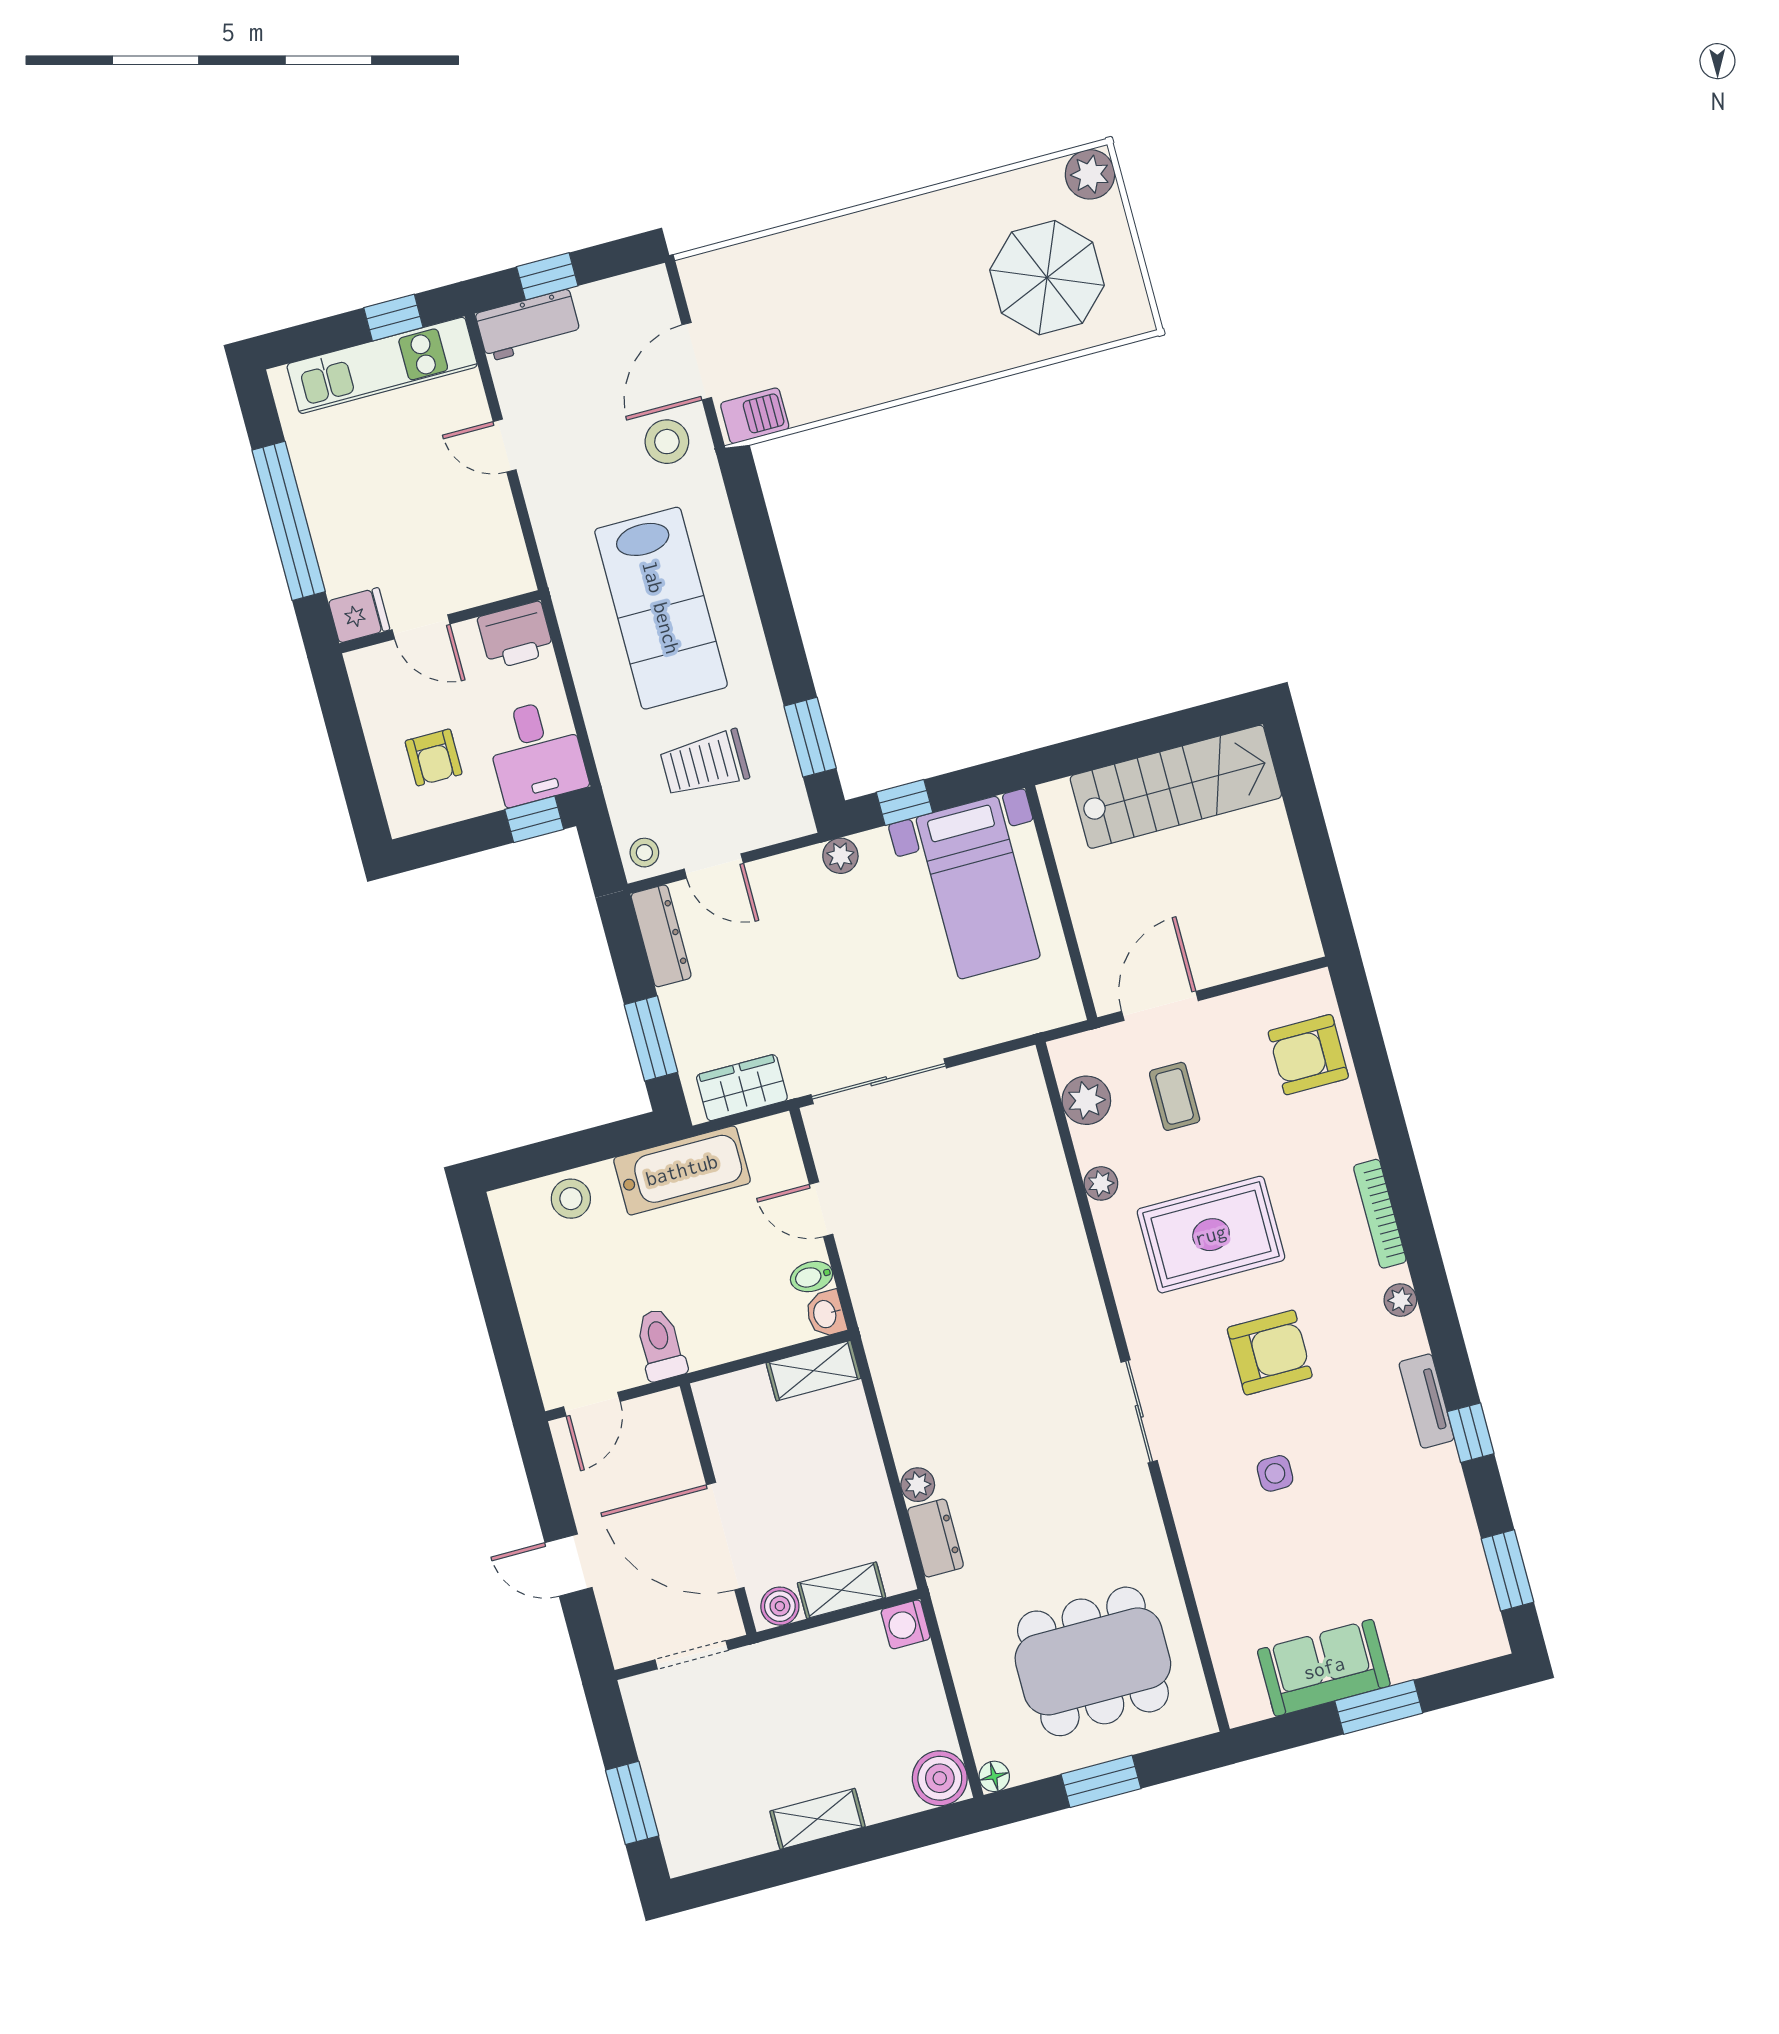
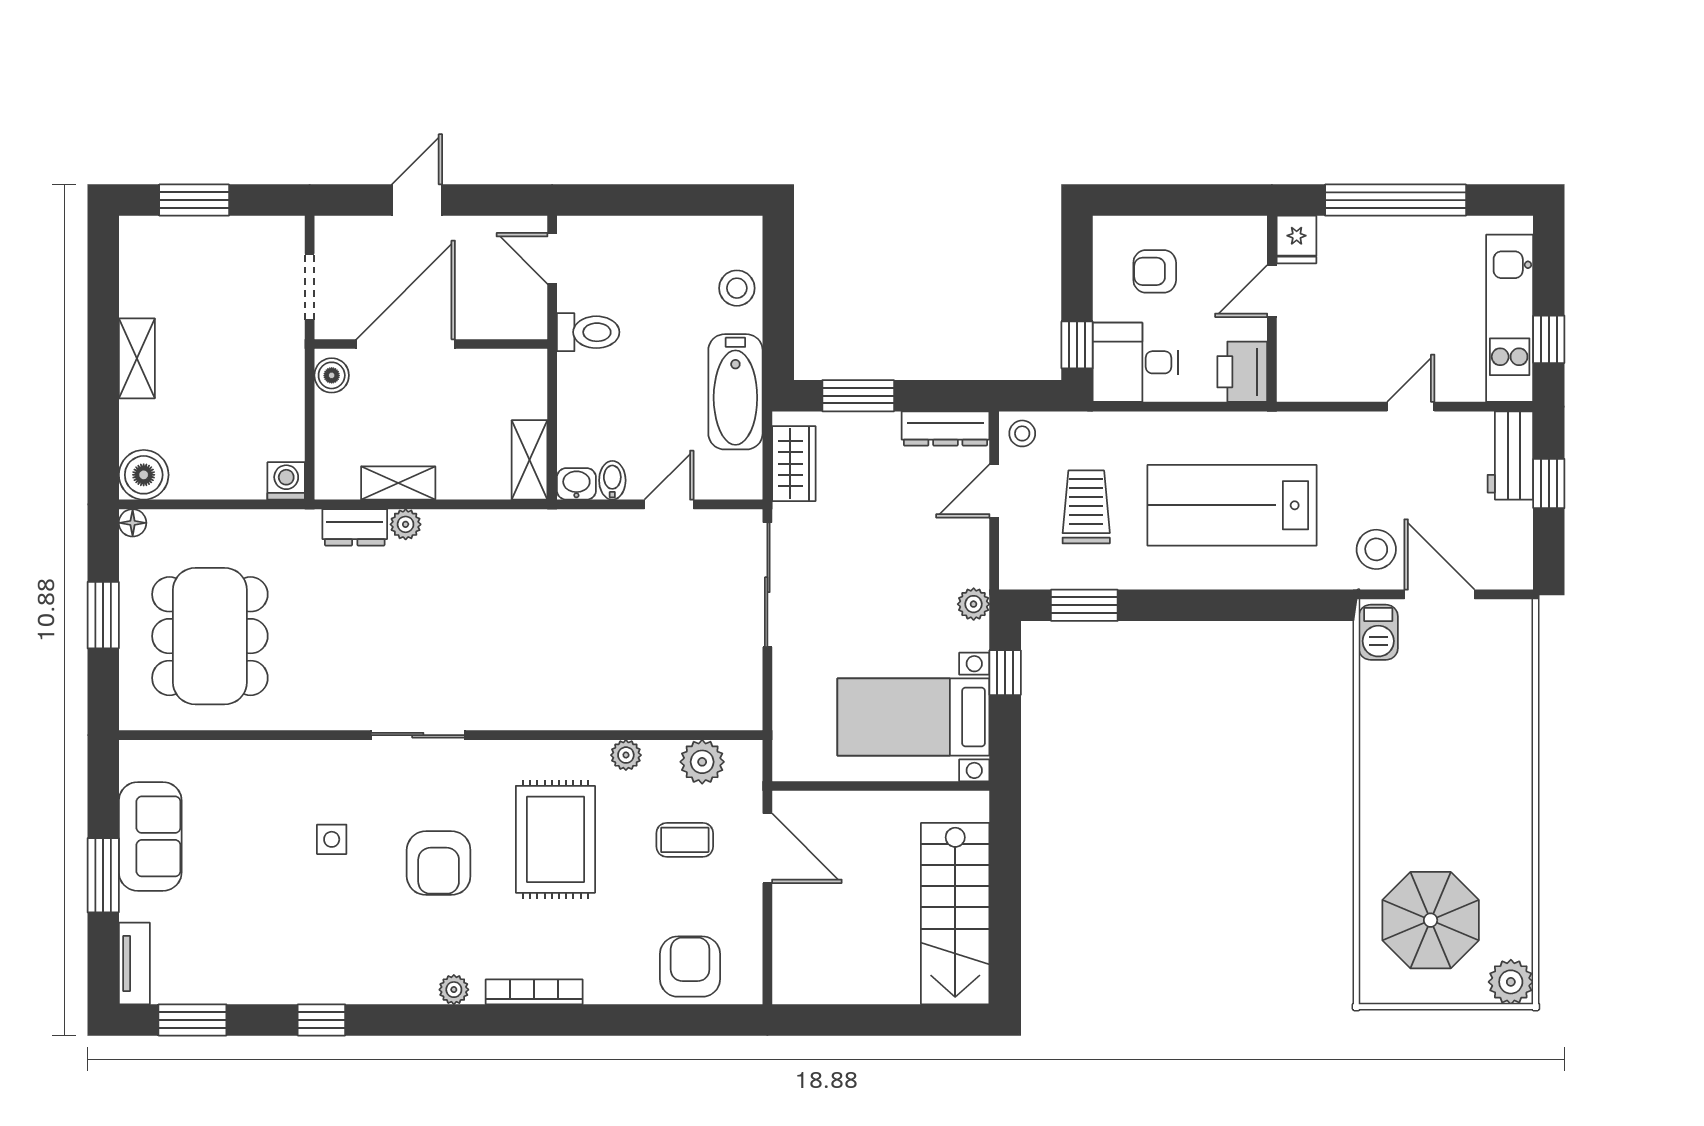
tv unit: (1426, 1401) -> (134, 964), moved, turned 90
shelving: (841, 1590) -> (398, 483), moved, turned 90

